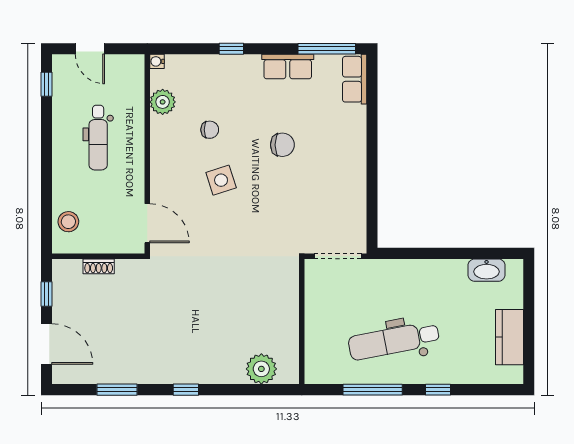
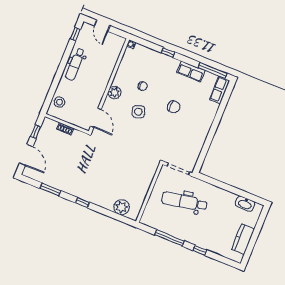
plant: (163, 102) -> (114, 92), moved
dental chair: (98, 138) -> (75, 64), moved
dental chair: (394, 341) -> (184, 202), moved

